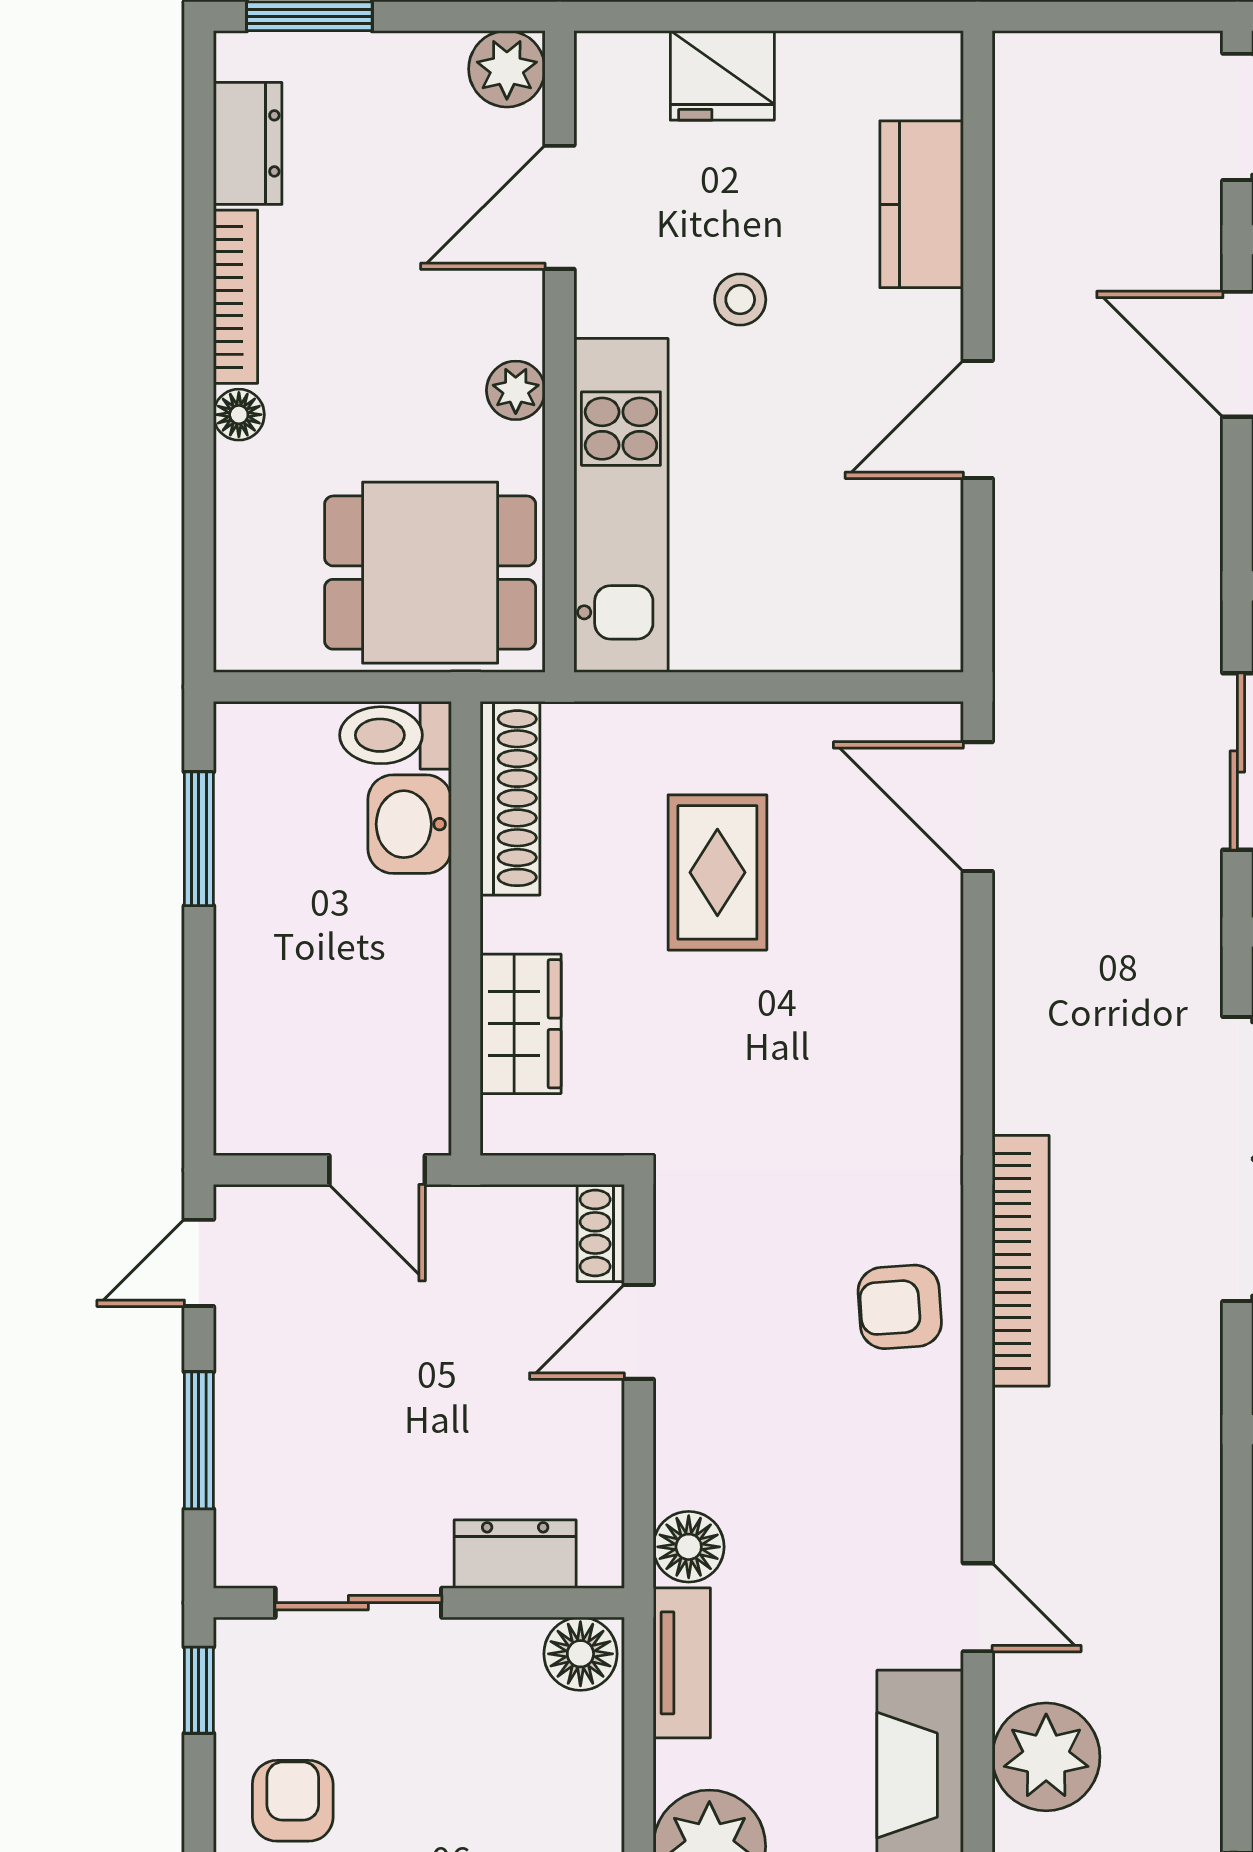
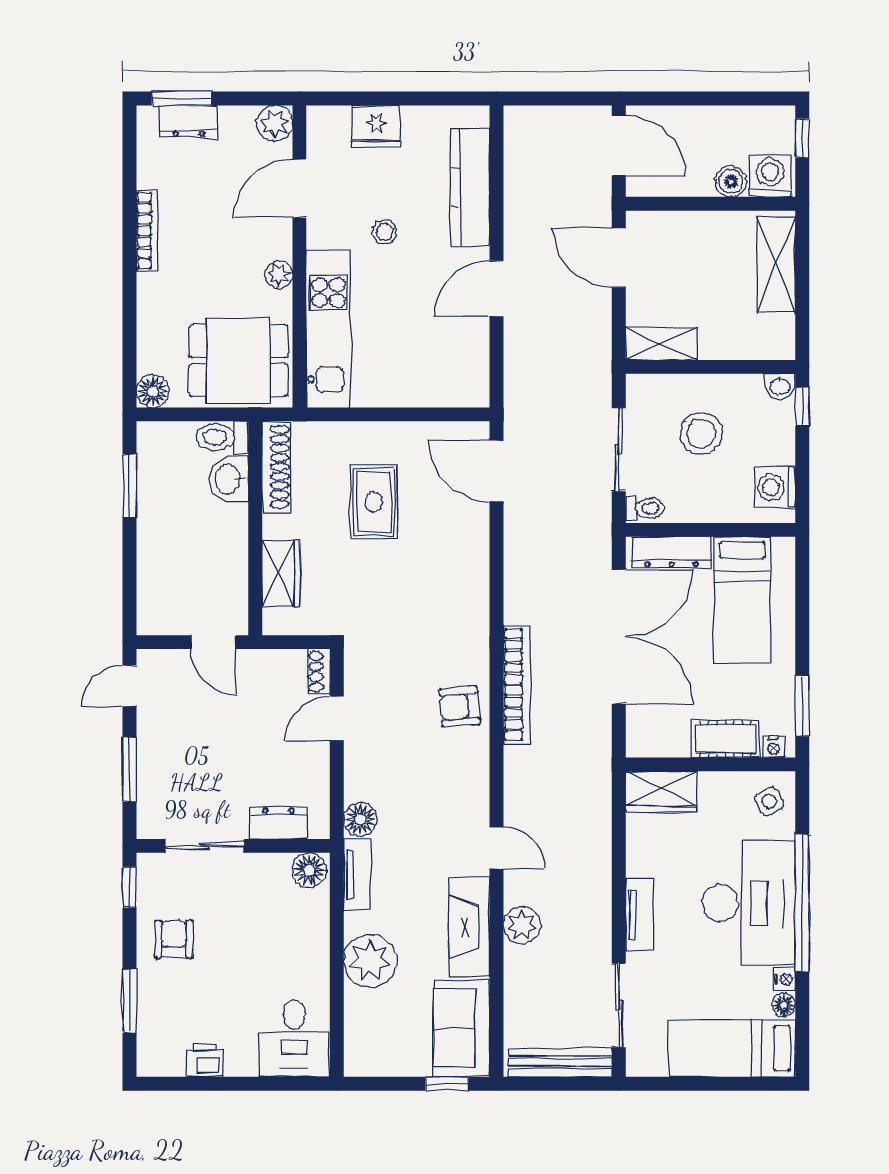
dresser: (248, 143) -> (189, 121), moved, turned 90
kitchen counter: (922, 204) -> (470, 187), width x1.50
floor lamp: (239, 415) -> (153, 391), moved, width x1.37, depth x1.37
plant: (1046, 1757) -> (522, 925), width x0.73, depth x0.73

